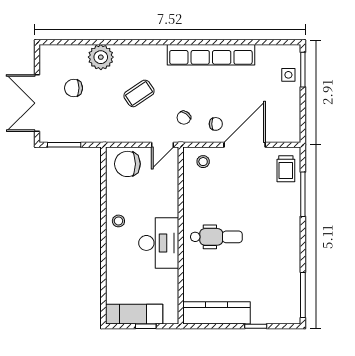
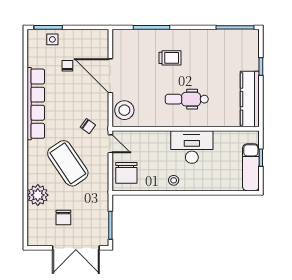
coffee table: (139, 93) -> (68, 163), width x1.86, depth x1.72
chair: (216, 124) -> (67, 66), moved
stool: (203, 162) -> (124, 110), width x1.89, depth x1.89
trolley: (286, 169) -> (170, 58), moved
dental chair: (216, 237) -> (187, 99), turned -90

